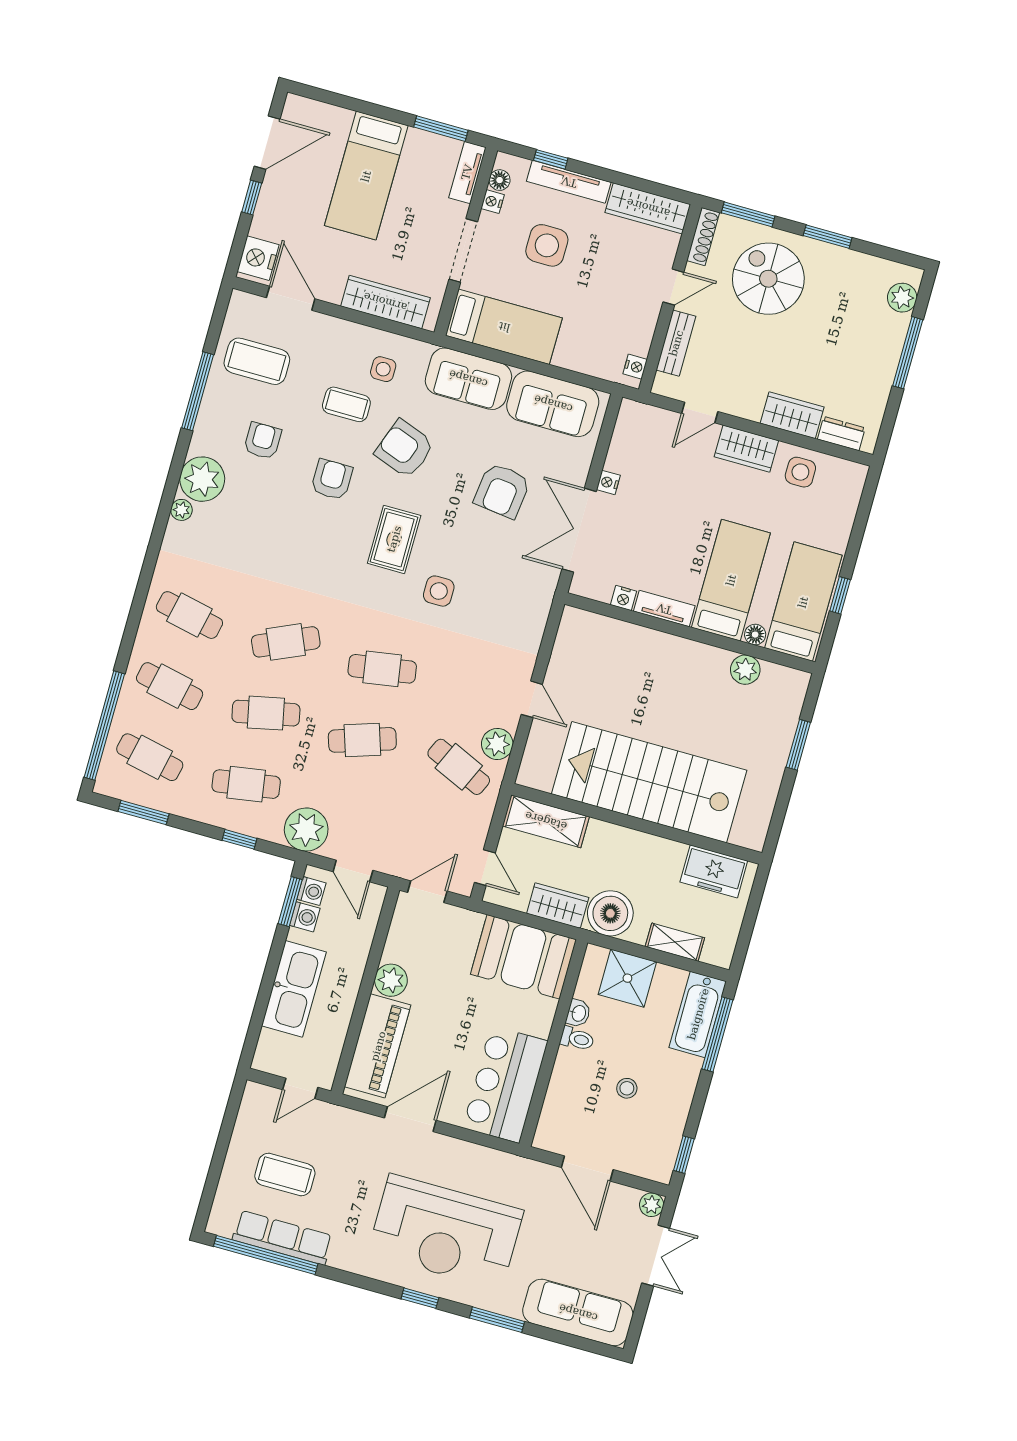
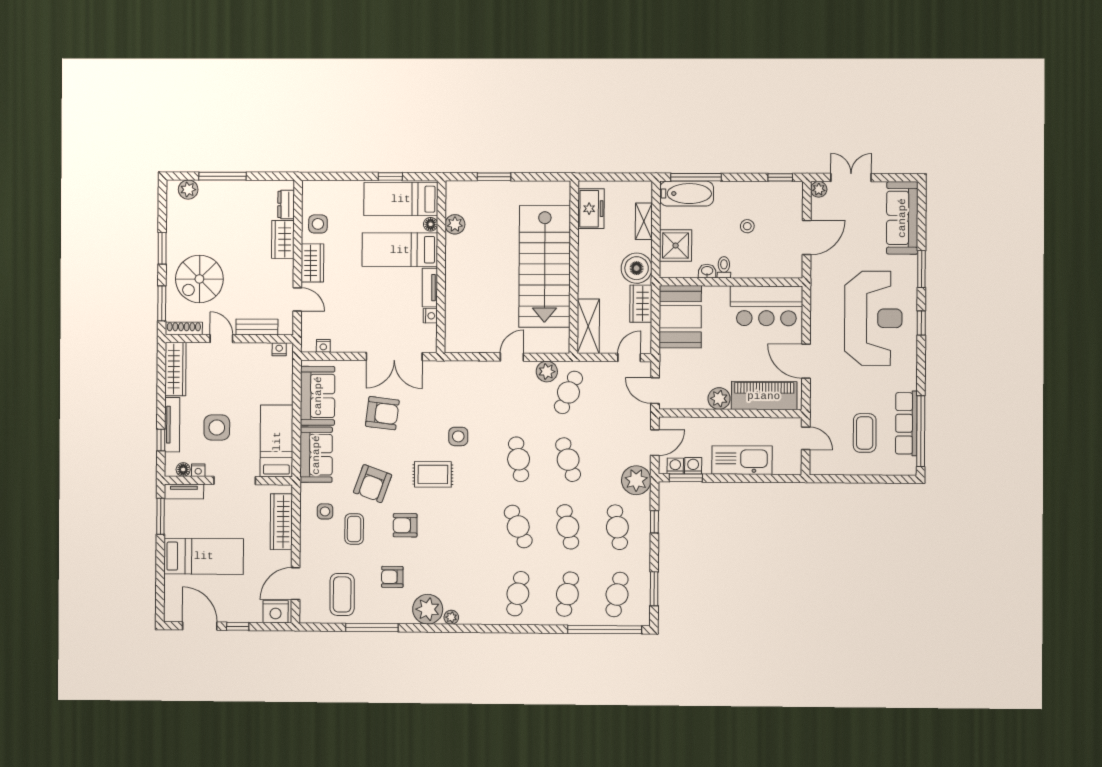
nightstand: (608, 482) -> (323, 346), moved

